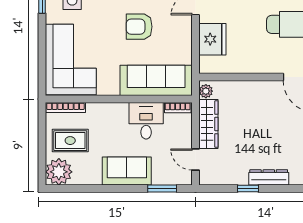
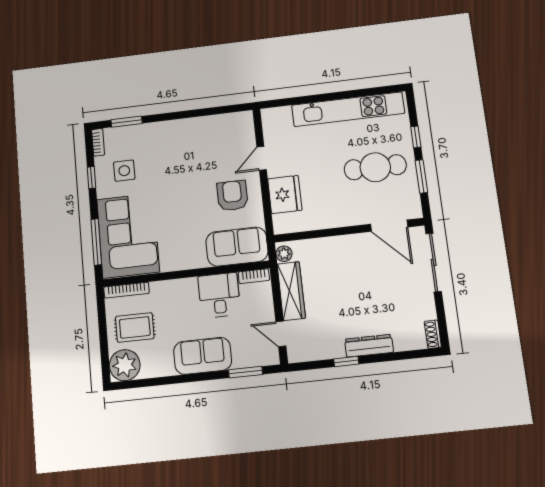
armchair: (139, 27) -> (232, 196), moved, turned 90
window: (42, 62) -> (96, 242), added
sofa: (156, 80) -> (237, 247), width x0.73

